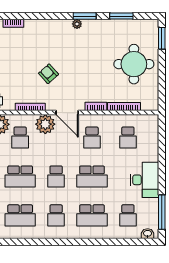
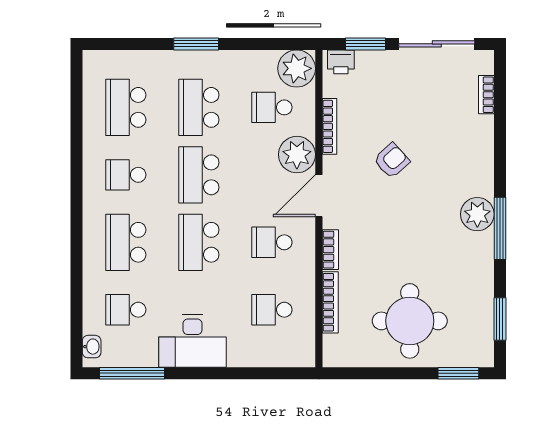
window: (85, 16) -> (500, 228), width x1.44
window: (121, 16) -> (500, 319), moved
plant: (77, 24) -> (477, 214), width x1.88, depth x1.88
school desk: (56, 176) -> (199, 175), width x1.85

